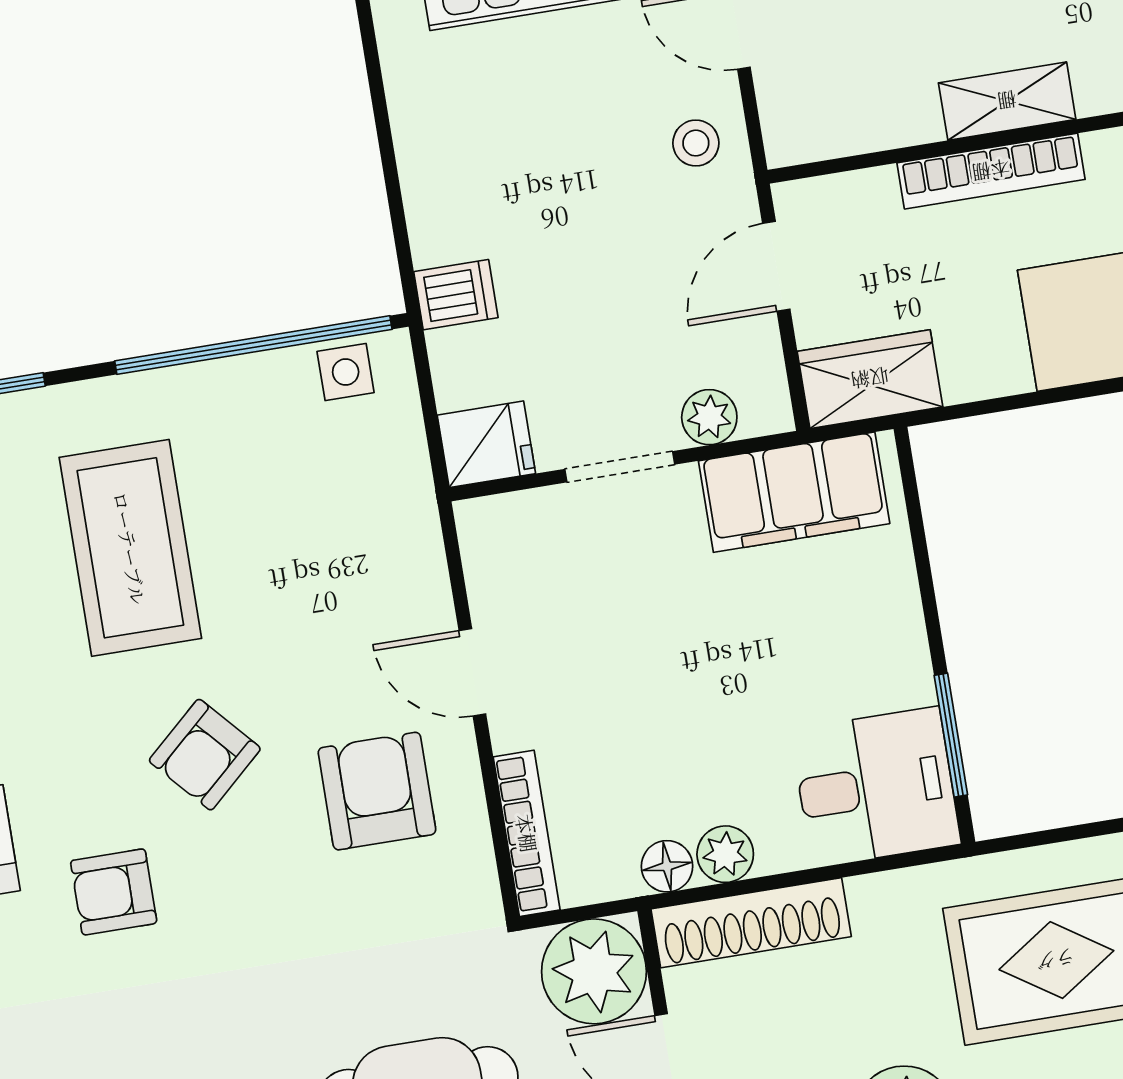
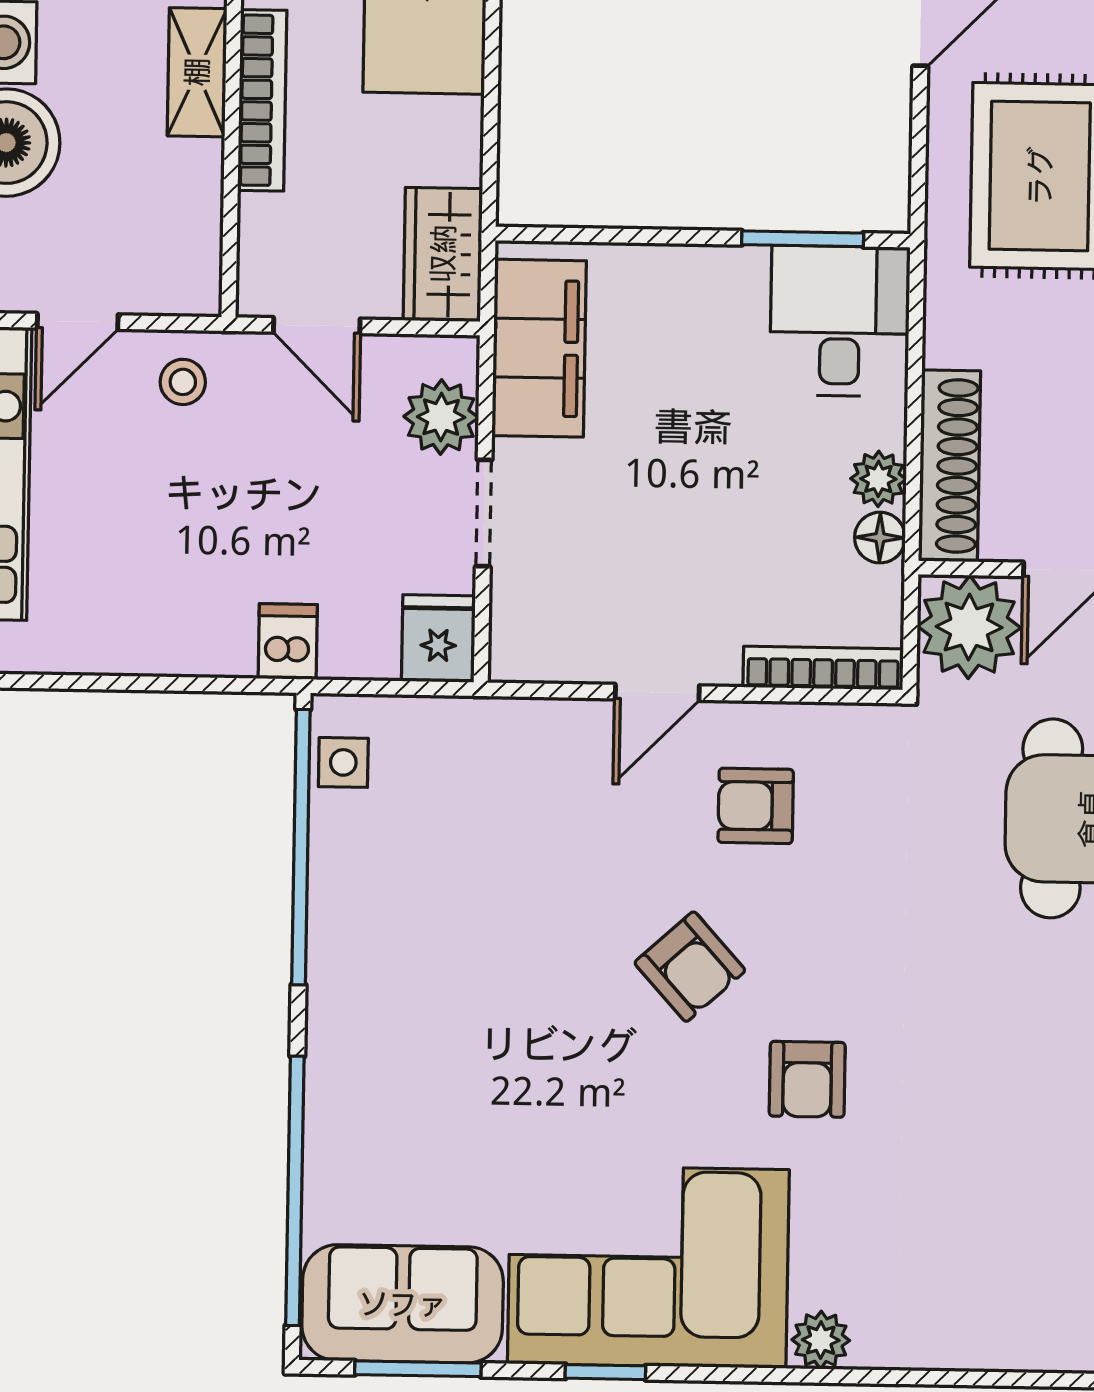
plant: (709, 417) -> (441, 417), width x1.38, depth x1.38
coffee table: (130, 548) -> (476, 1002), removed
armchair: (377, 791) -> (756, 806), width x0.72, depth x0.72

